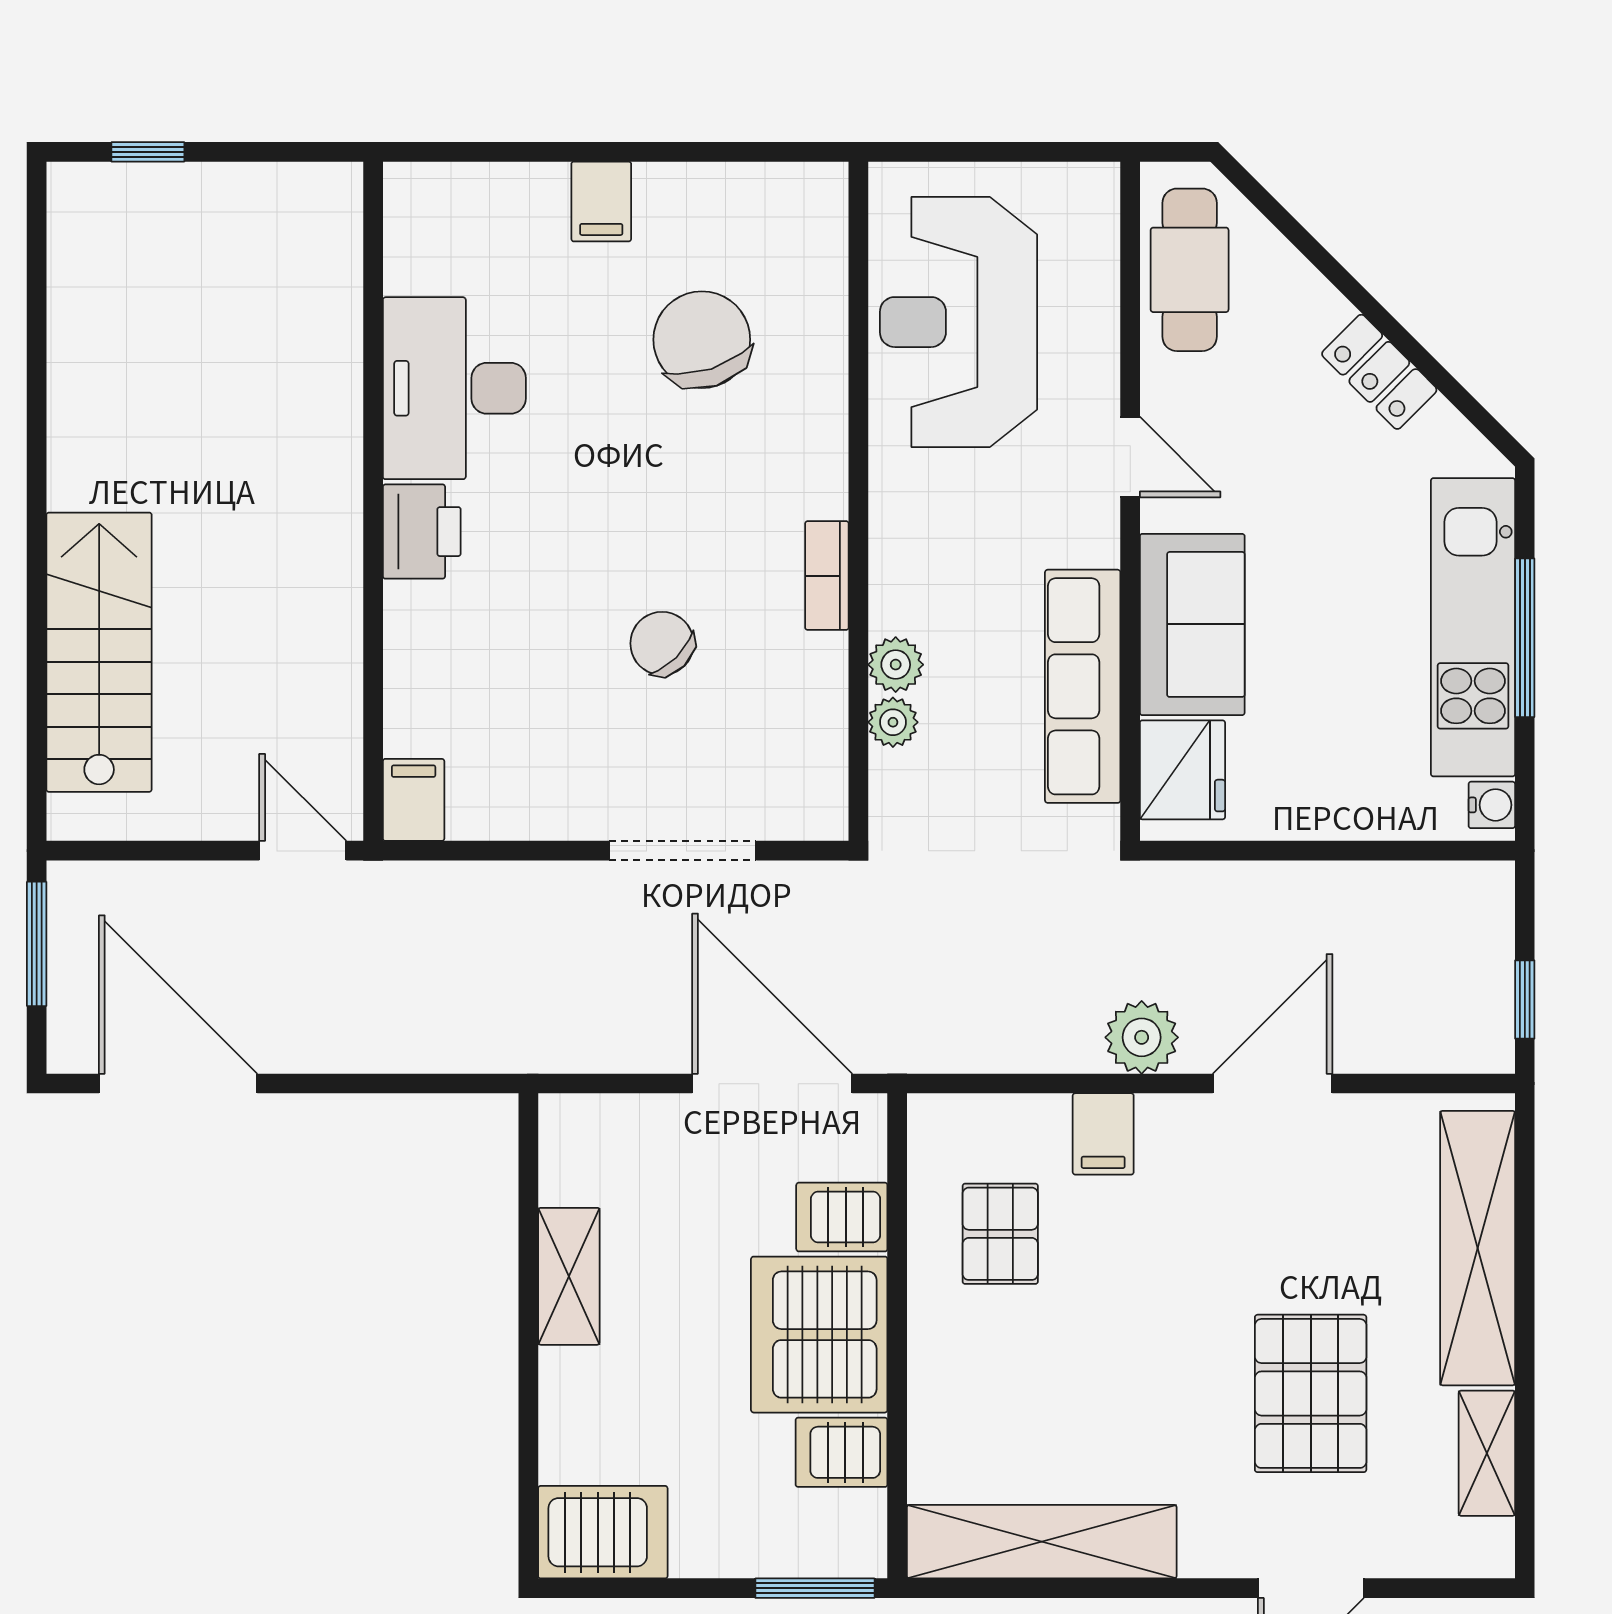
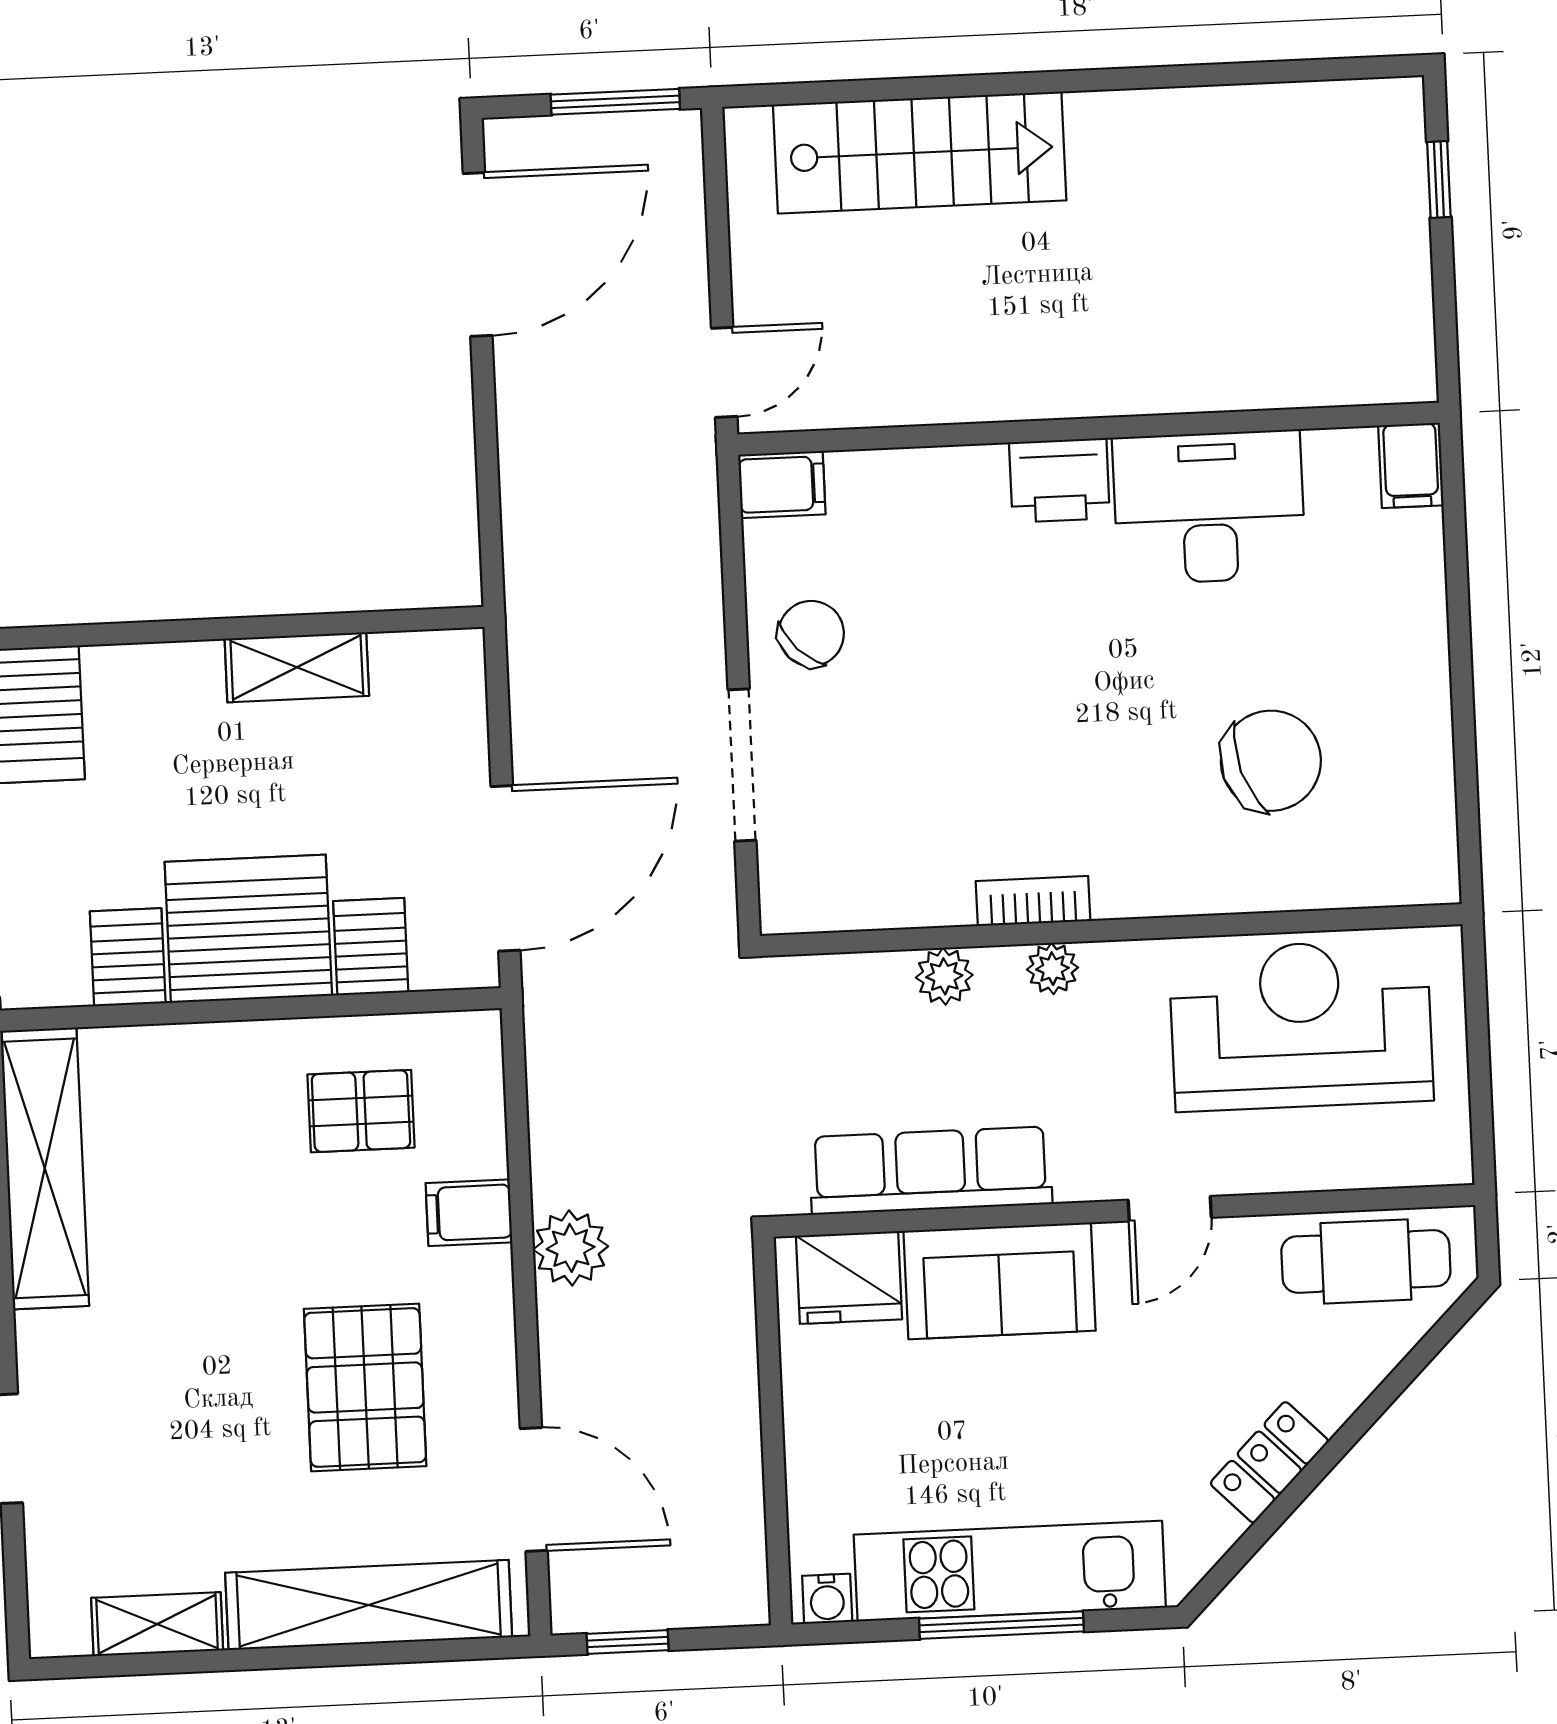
filing cabinet: (601, 201) -> (1411, 465), moved, turned -90
chair: (662, 643) -> (811, 634), moved
plant: (893, 722) -> (1052, 969), moved
door: (1273, 1084) -> (534, 1490), moved
pallet: (1311, 1393) -> (365, 1387), moved, turned 90

